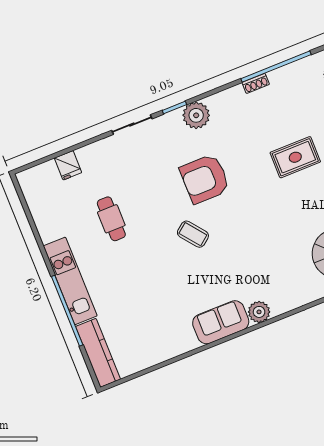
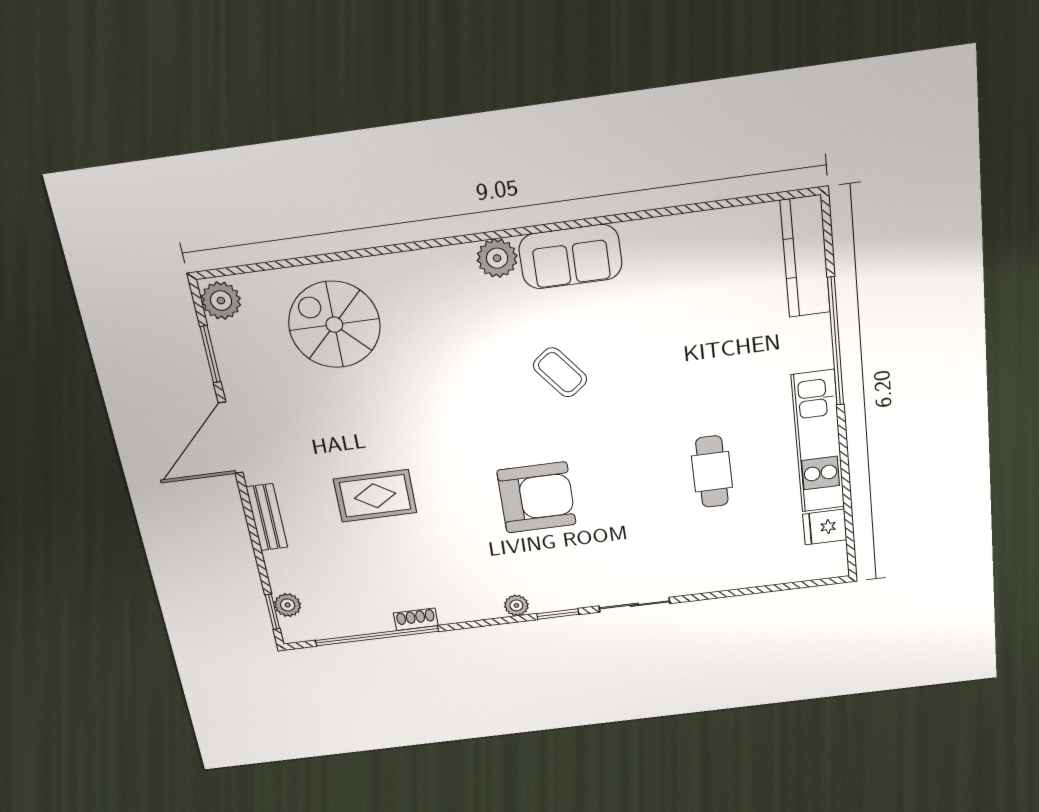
plant: (196, 115) -> (516, 605), width x0.53, depth x0.53
fridge: (68, 165) -> (825, 527), moved, turned -90
coffee table: (193, 234) -> (560, 372), moved
kitchen unit: (70, 281) -> (818, 442), moved

